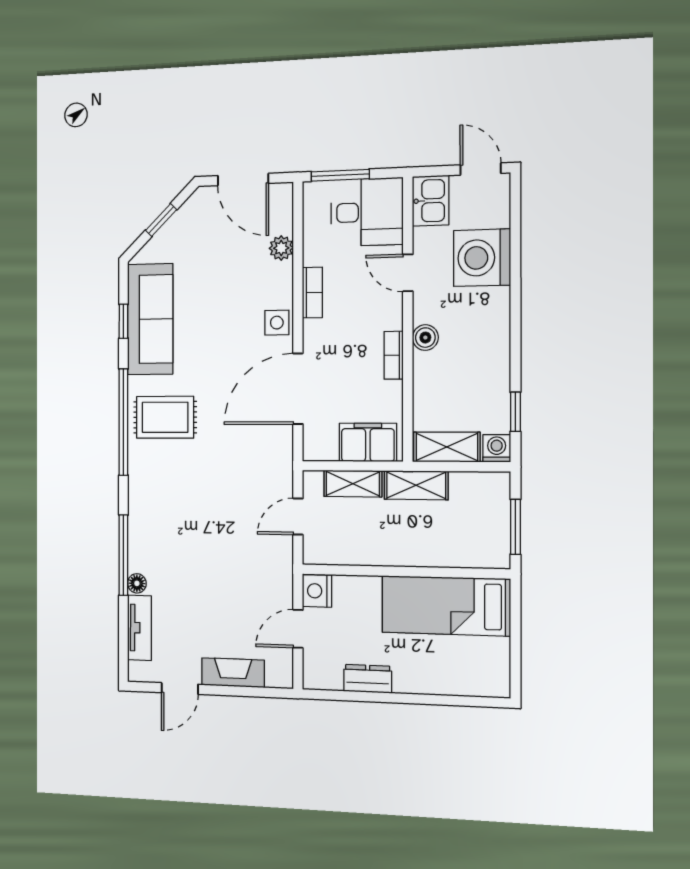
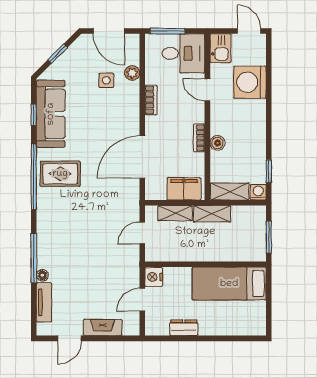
side table: (277, 323) -> (106, 80), moved
boiler: (425, 338) -> (217, 143), moved

